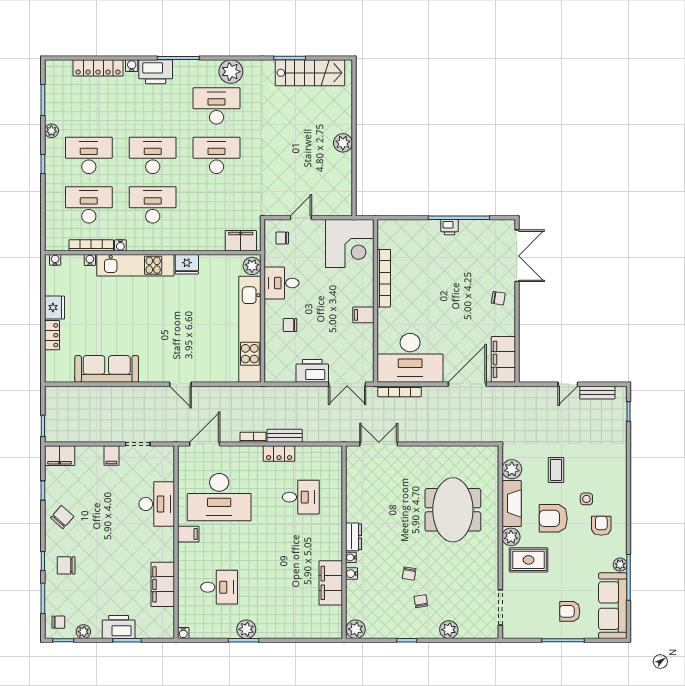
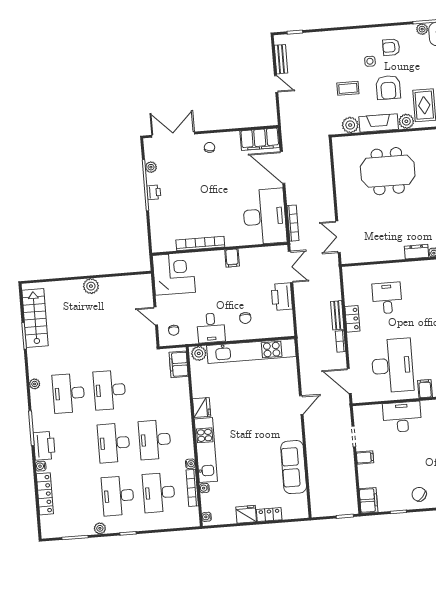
plant: (231, 72) -> (35, 384), width x0.53, depth x0.53
plant: (480, 226) -> (151, 167), added

